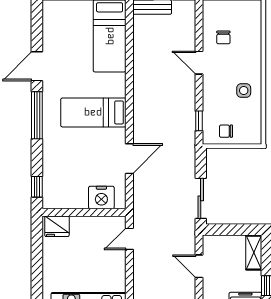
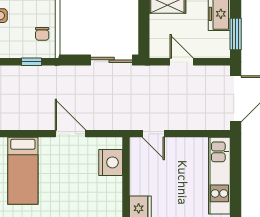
door: (199, 266) -> (182, 62), swing flipped

